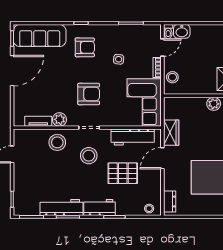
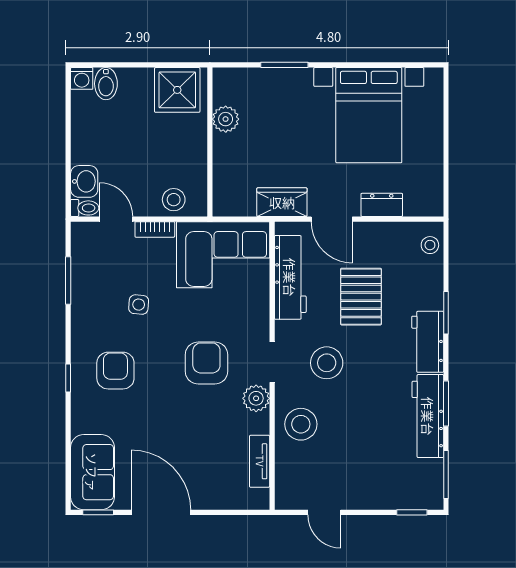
sofa: (40, 36) -> (92, 472), width x0.73
plant: (60, 119) -> (256, 398), moved
dresser: (170, 202) -> (382, 205), moved

